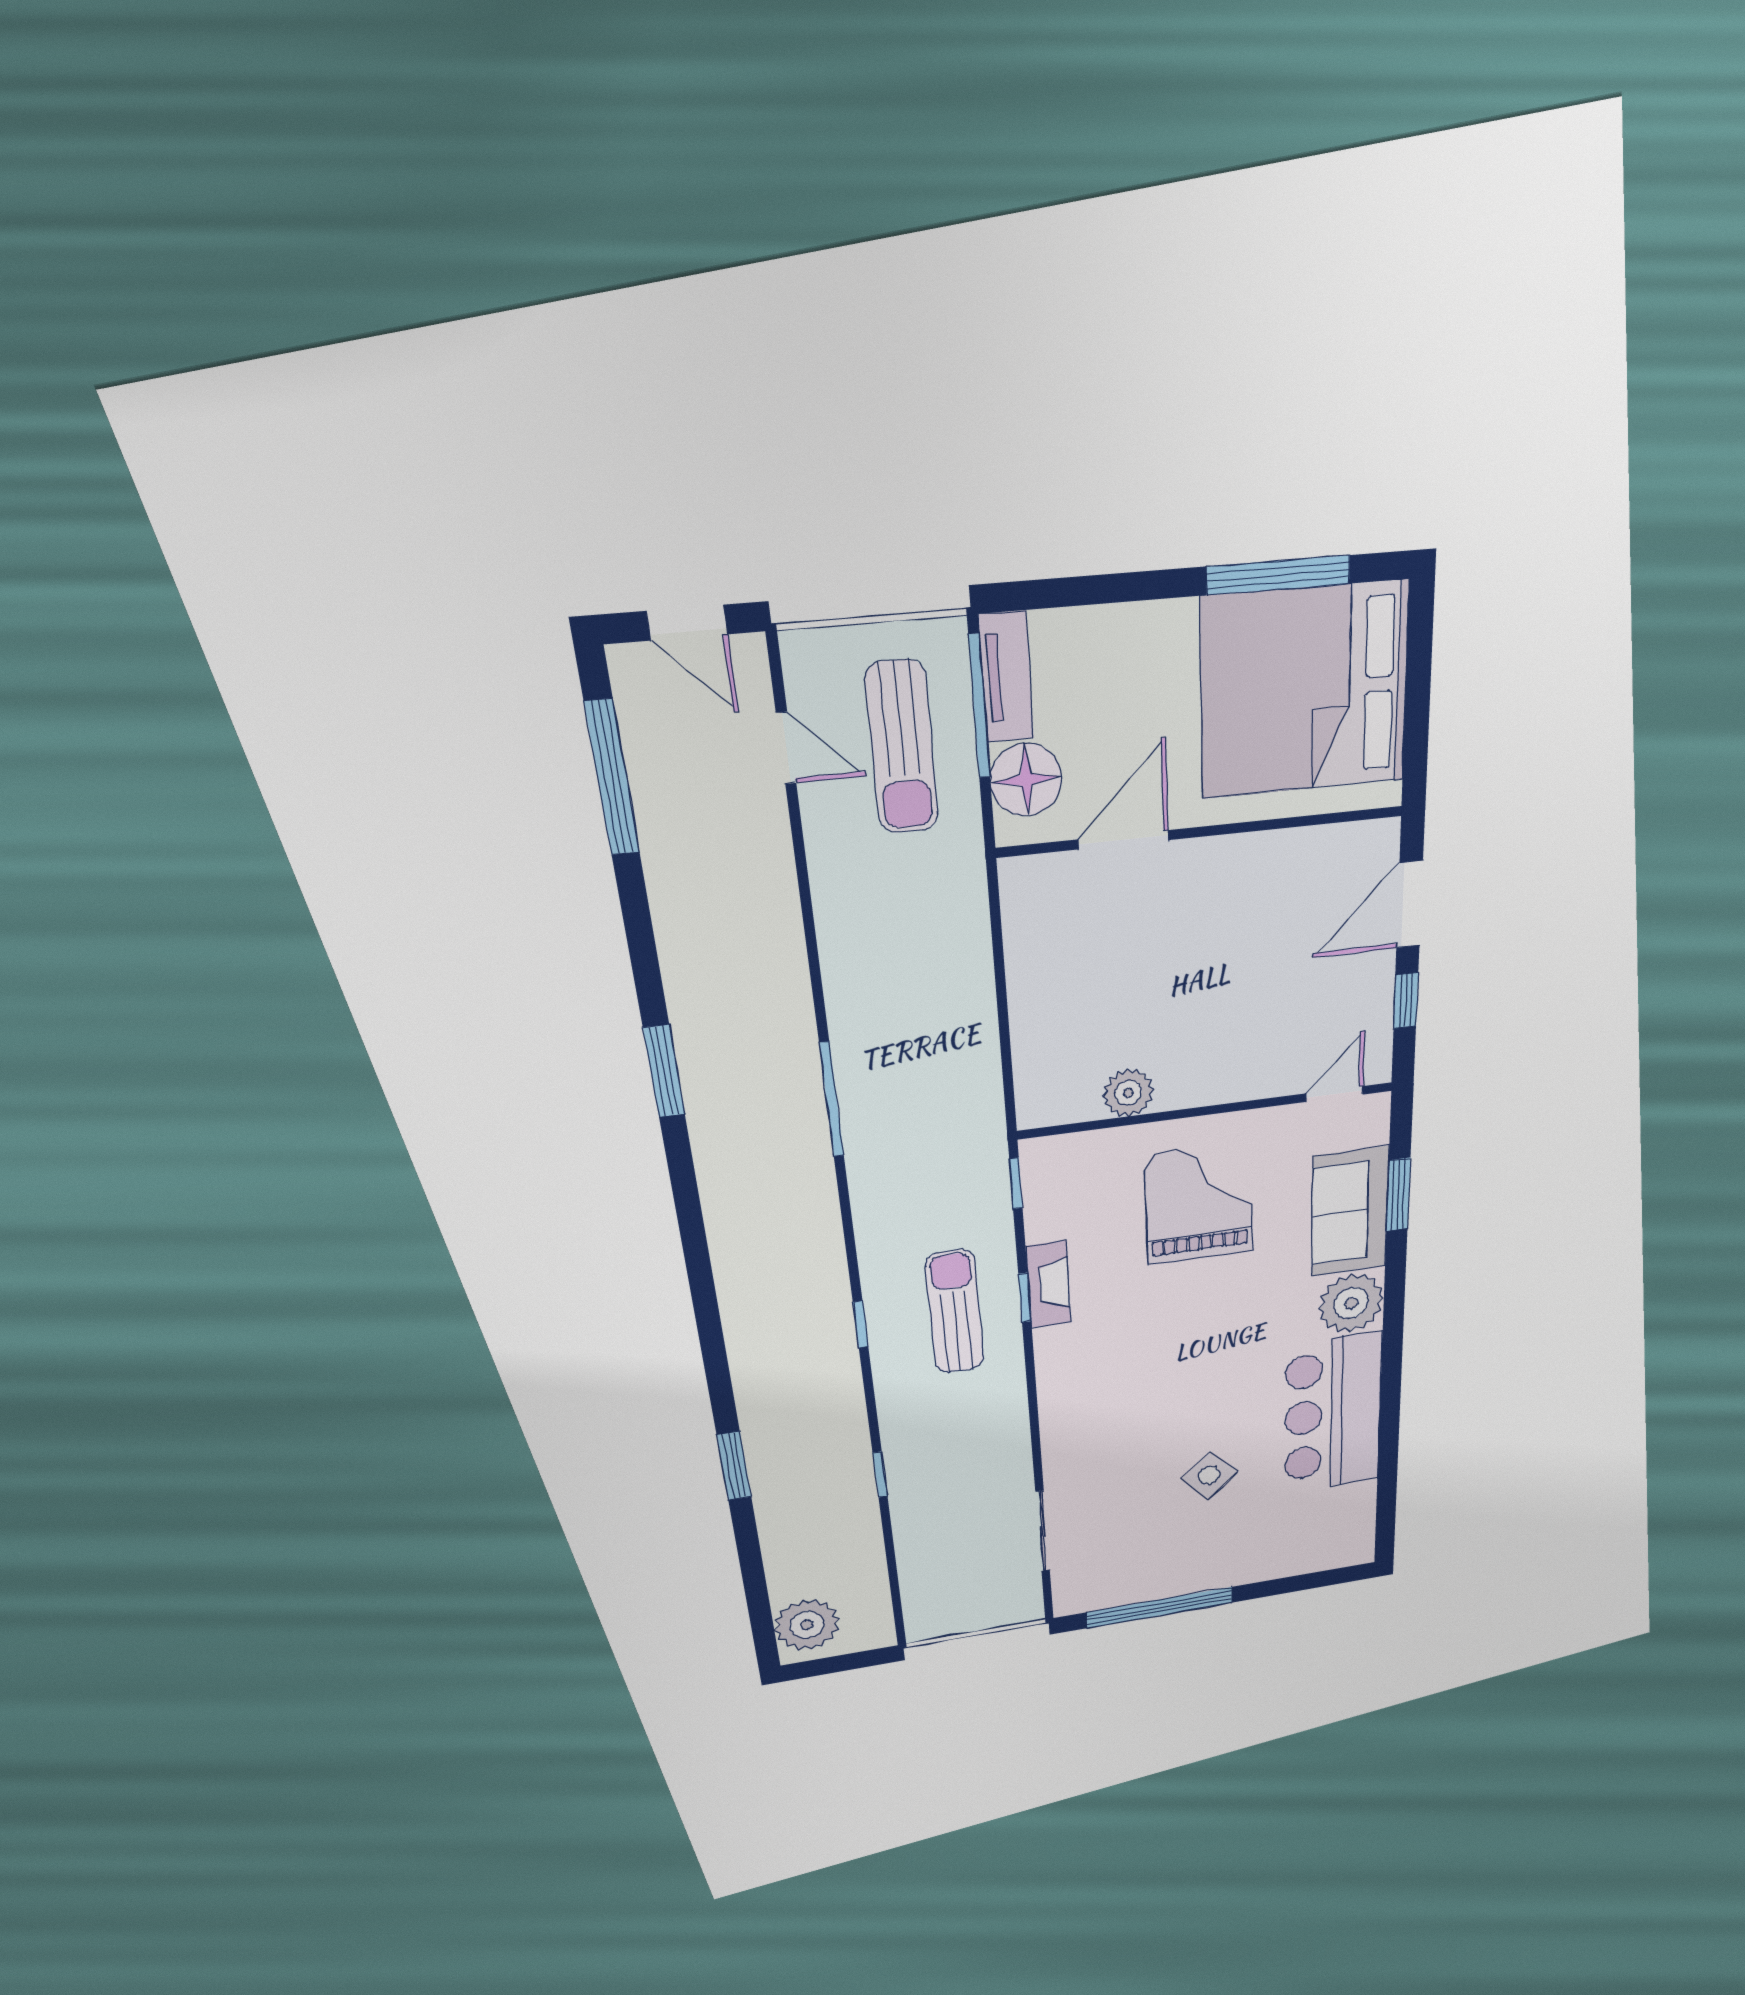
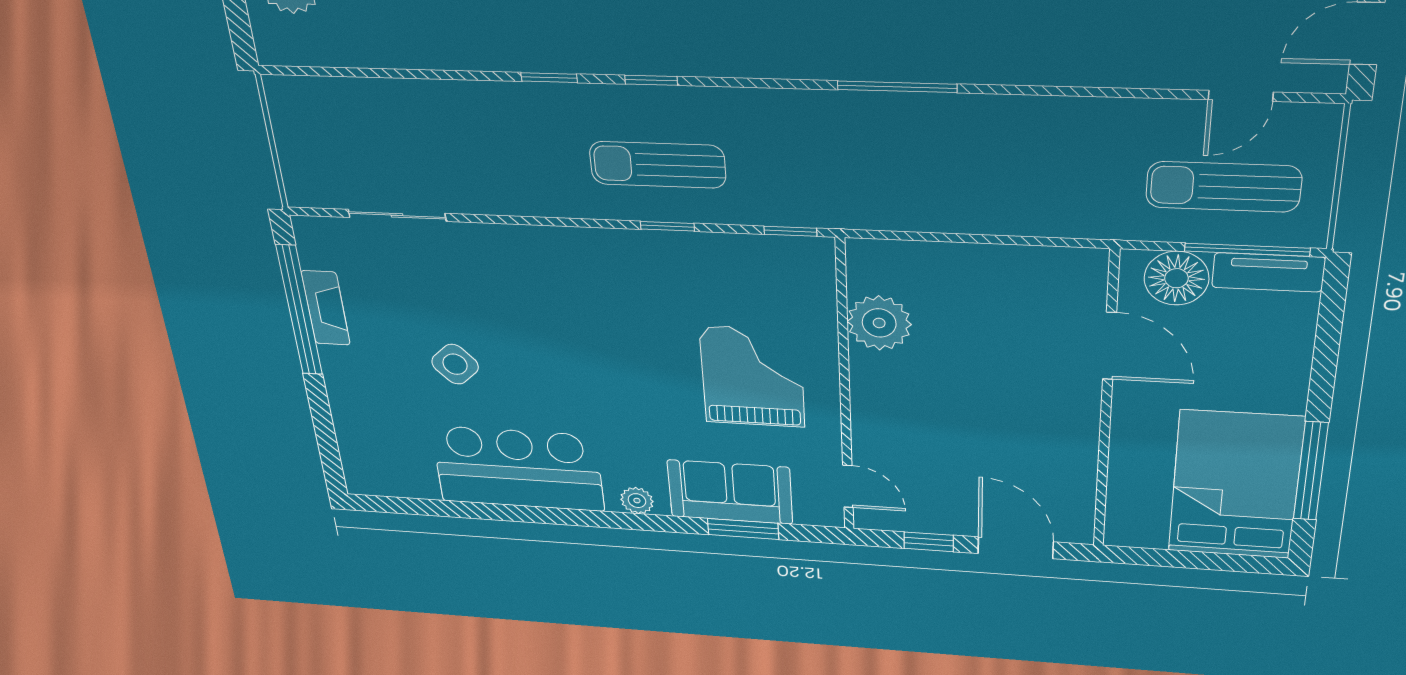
bed: (1305, 690) -> (1235, 485), width x0.73
plant: (1128, 1093) -> (879, 323), width x1.36, depth x1.36
grand piano: (1199, 1203) -> (752, 377), turned -90
fireplace: (1048, 1285) -> (326, 308), moved, turned -90
plant: (1351, 1303) -> (637, 501), width x0.53, depth x0.53
sun lounger: (955, 1312) -> (658, 165), turned 180
window: (880, 1475) -> (549, 78), moved

